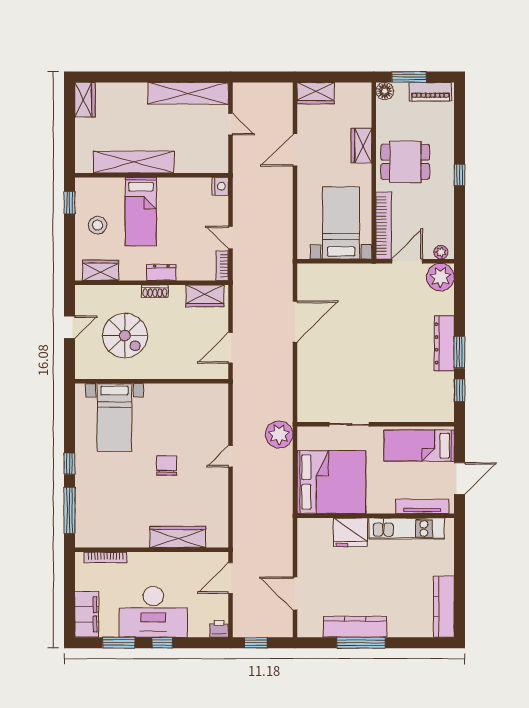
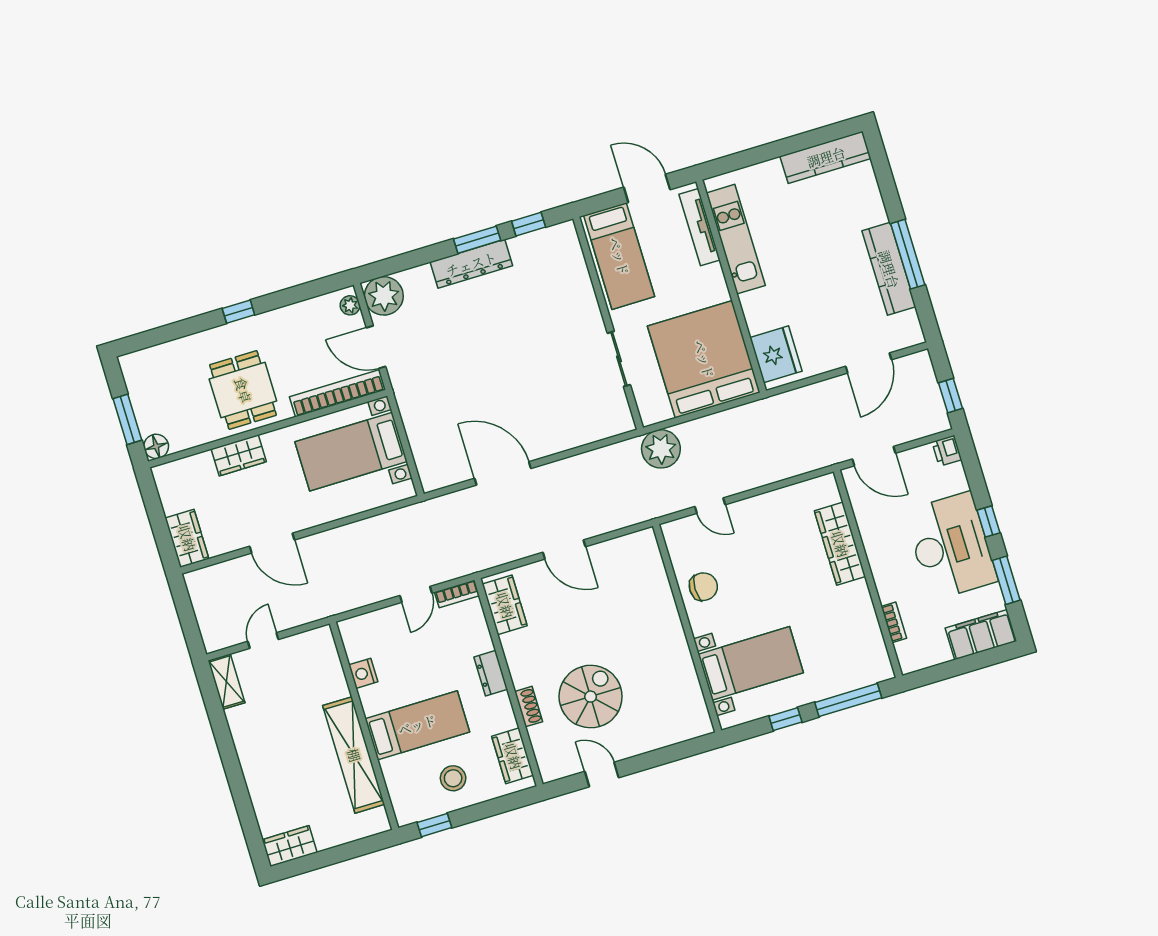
piano: (430, 92) -> (138, 385), removed
shelving: (188, 93) -> (226, 682), width x0.45, depth x0.75
nightstand: (220, 186) -> (363, 673), moved, turned -90
shoe rack: (155, 291) -> (529, 707), moved
wall: (152, 381) -> (687, 628), moved
bed with nightstands: (114, 417) -> (751, 663), moved
chair: (167, 466) -> (703, 587), moved, turned 180
fridge: (351, 532) -> (776, 354), moved
bookcase: (105, 557) -> (894, 622), width x0.64

